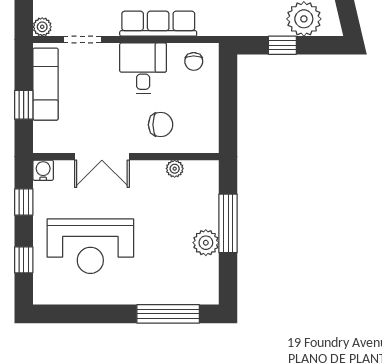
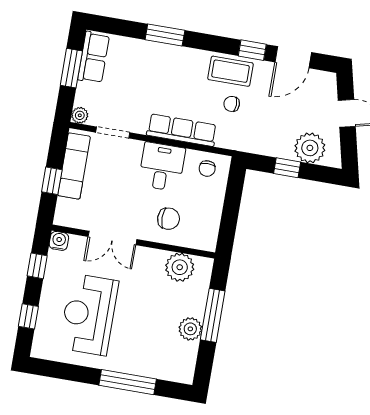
plant: (175, 169) -> (180, 267), width x1.87, depth x1.87
reception desk: (90, 246) -> (89, 315), turned 90
window: (168, 314) -> (128, 382), moved

